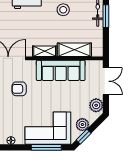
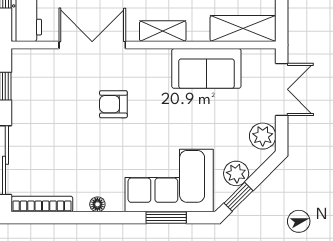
shelving: (74, 50) -> (243, 28), moved
sofa: (61, 70) -> (206, 68), width x0.73
window: (46, 147) -> (166, 218), width x0.69

